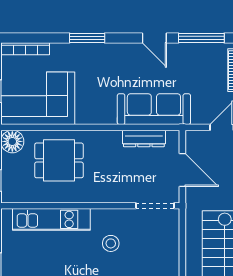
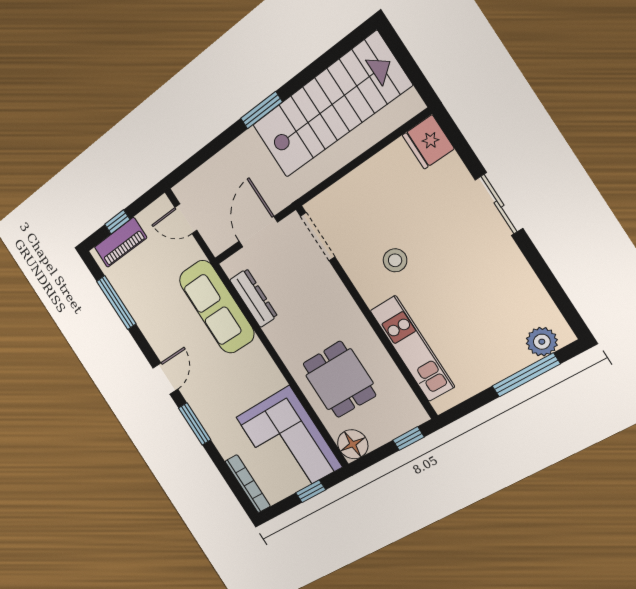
door: (154, 38) -> (165, 378), moved

